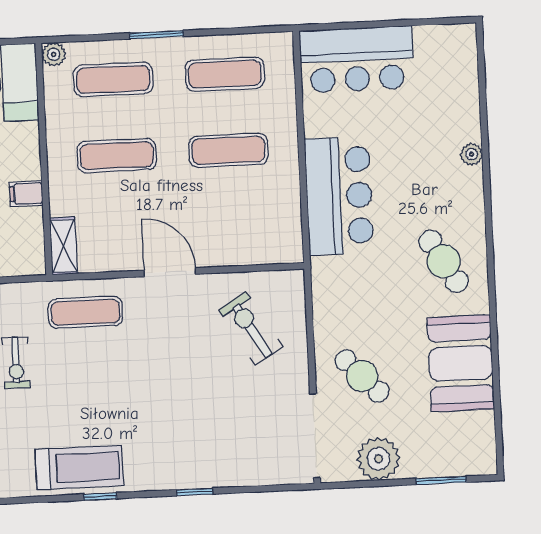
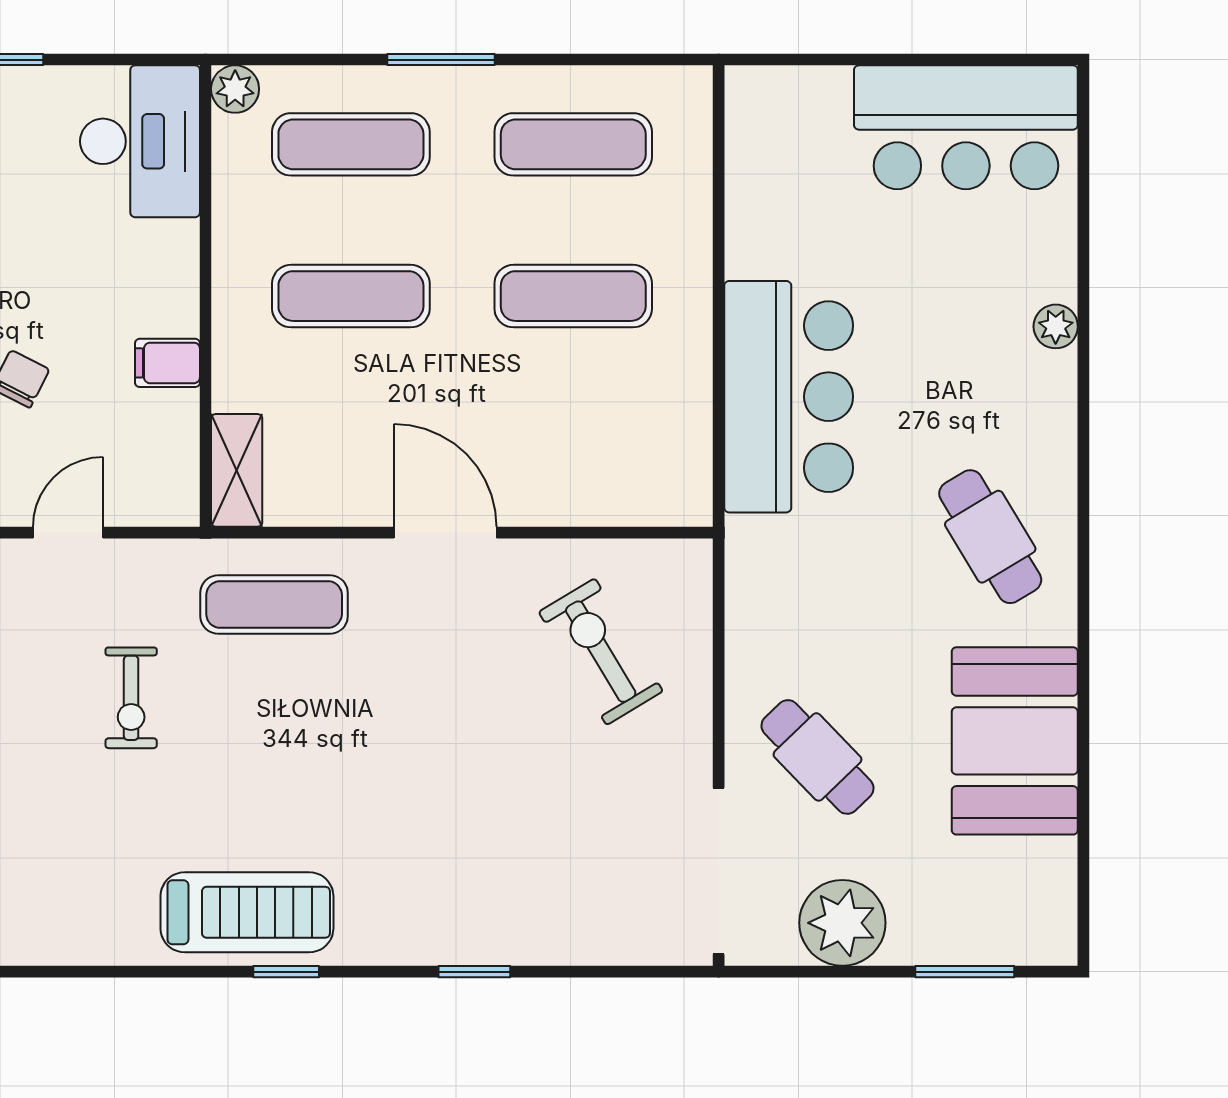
bar counter: (356, 59) -> (966, 127), moved

